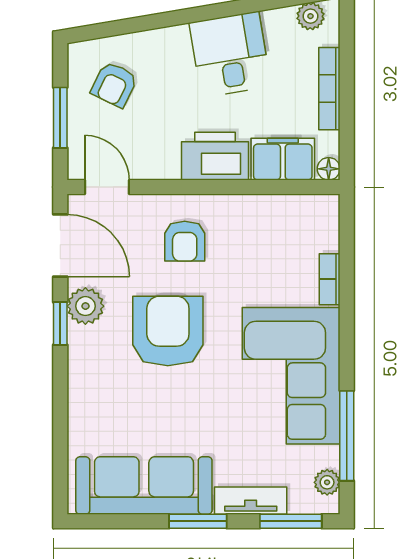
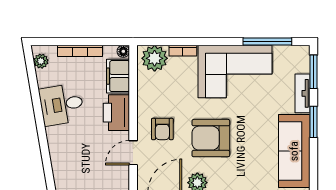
armchair: (114, 85) -> (78, 167), removed
door: (107, 187) -> (133, 153), moved
armchair: (185, 241) -> (162, 129), turned 90
plant: (327, 482) -> (155, 58), moved, width x1.88, depth x1.88

